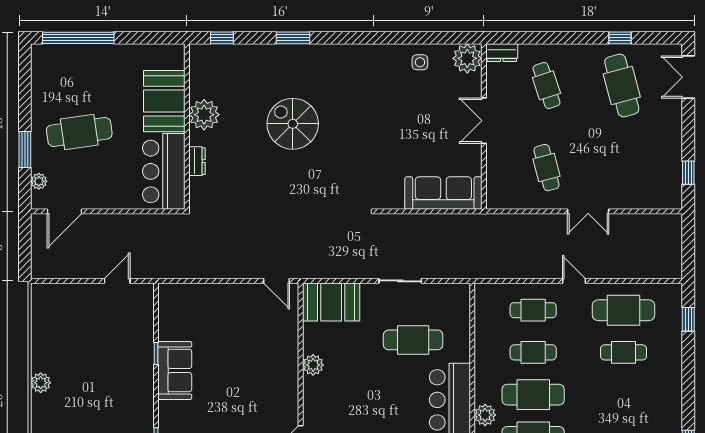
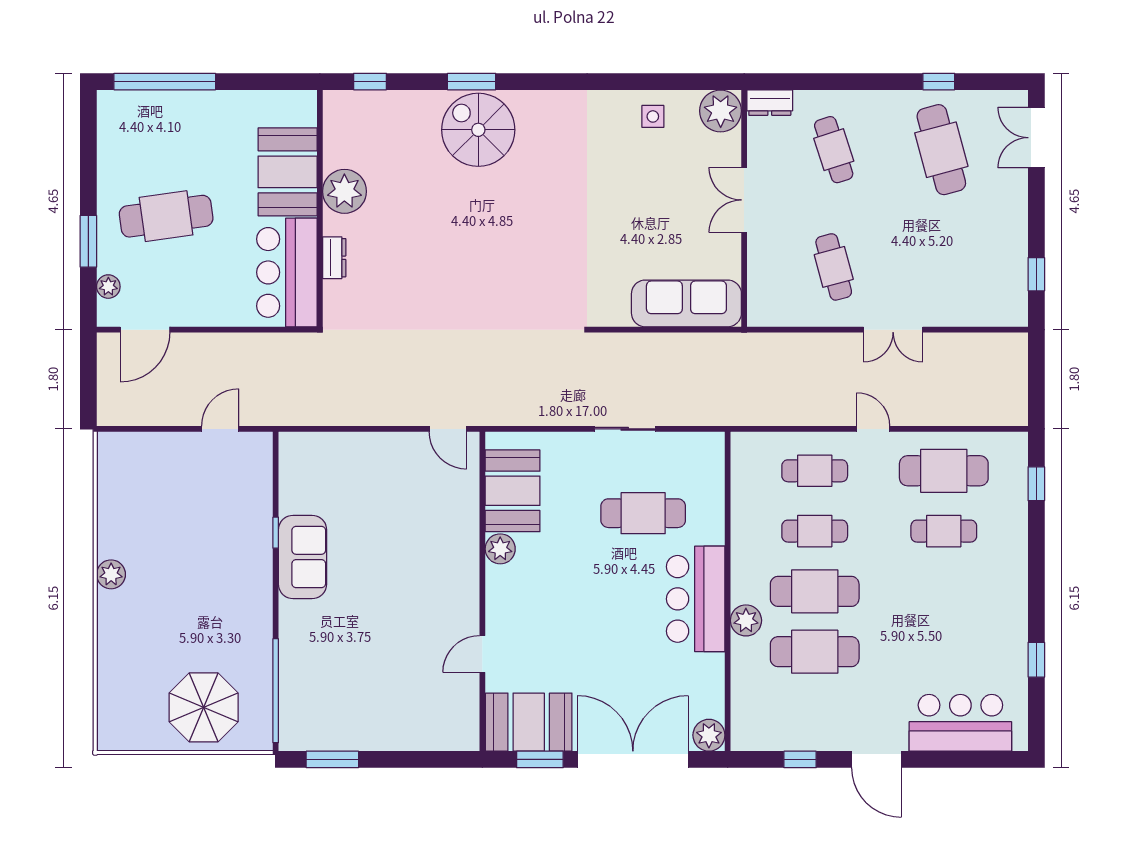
spiral stairs: (293, 124) -> (478, 130), moved
booth: (331, 302) -> (513, 491), moved, turned 90

